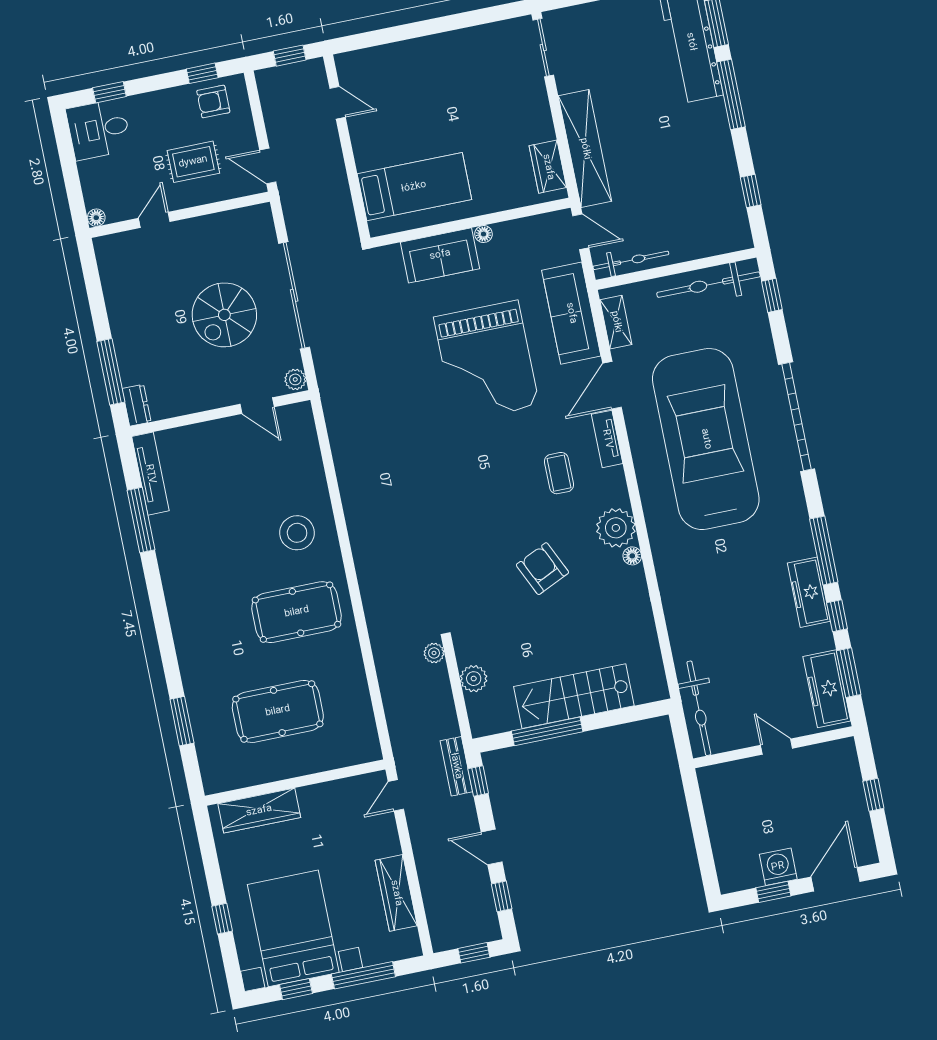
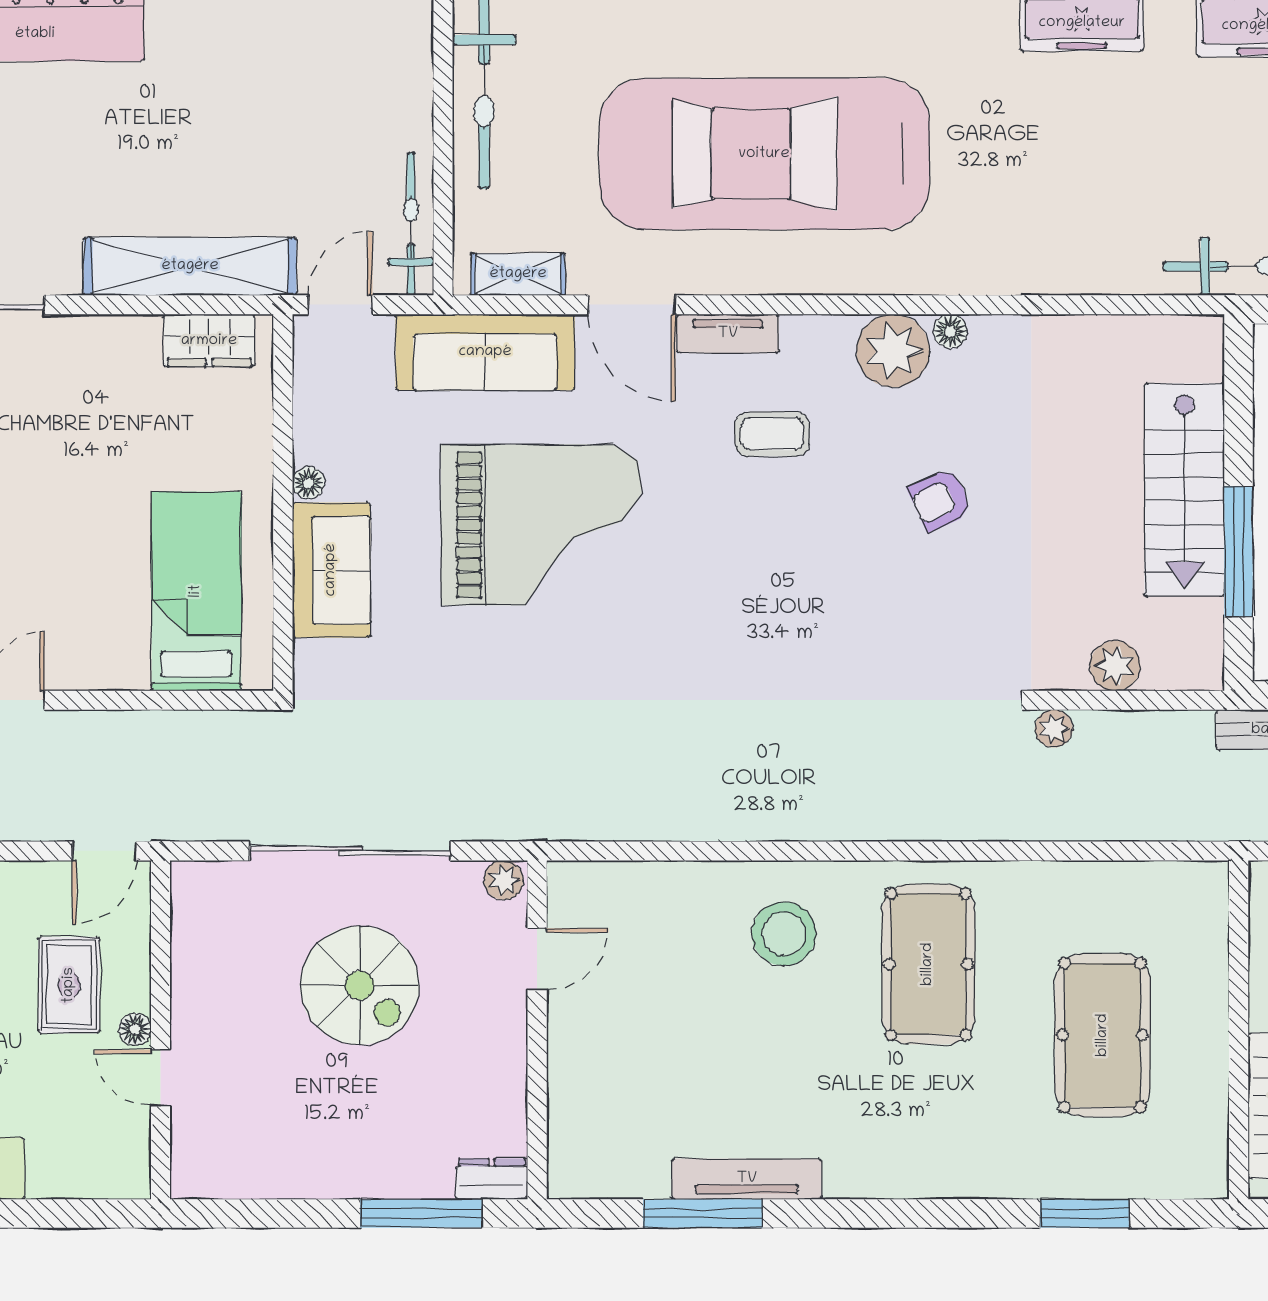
floor lamp: (96, 218) -> (135, 1029), moved
tv unit: (150, 474) -> (747, 1179), moved
armchair: (542, 569) -> (940, 500), width x0.72, depth x0.72

